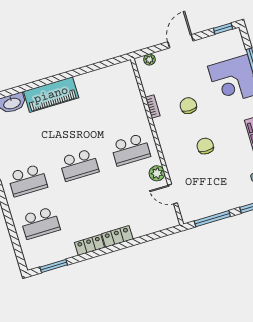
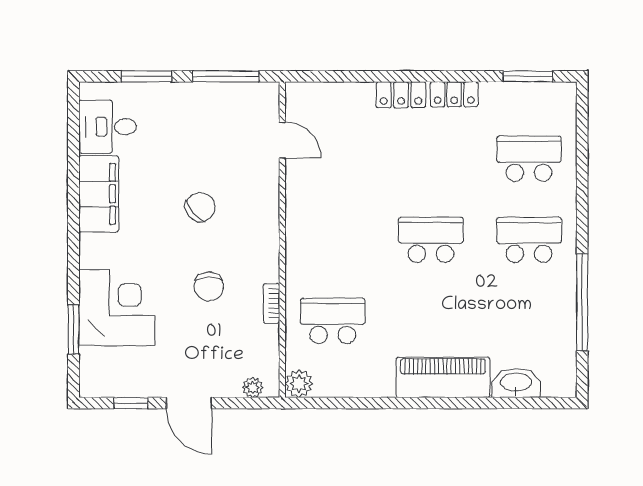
window: (223, 29) -> (131, 403), moved
door: (180, 41) -> (189, 403), hinge flipped
chair: (205, 146) -> (200, 207), turned -130
school desk: (131, 150) -> (333, 321), moved
plant: (157, 173) -> (299, 384), moved

